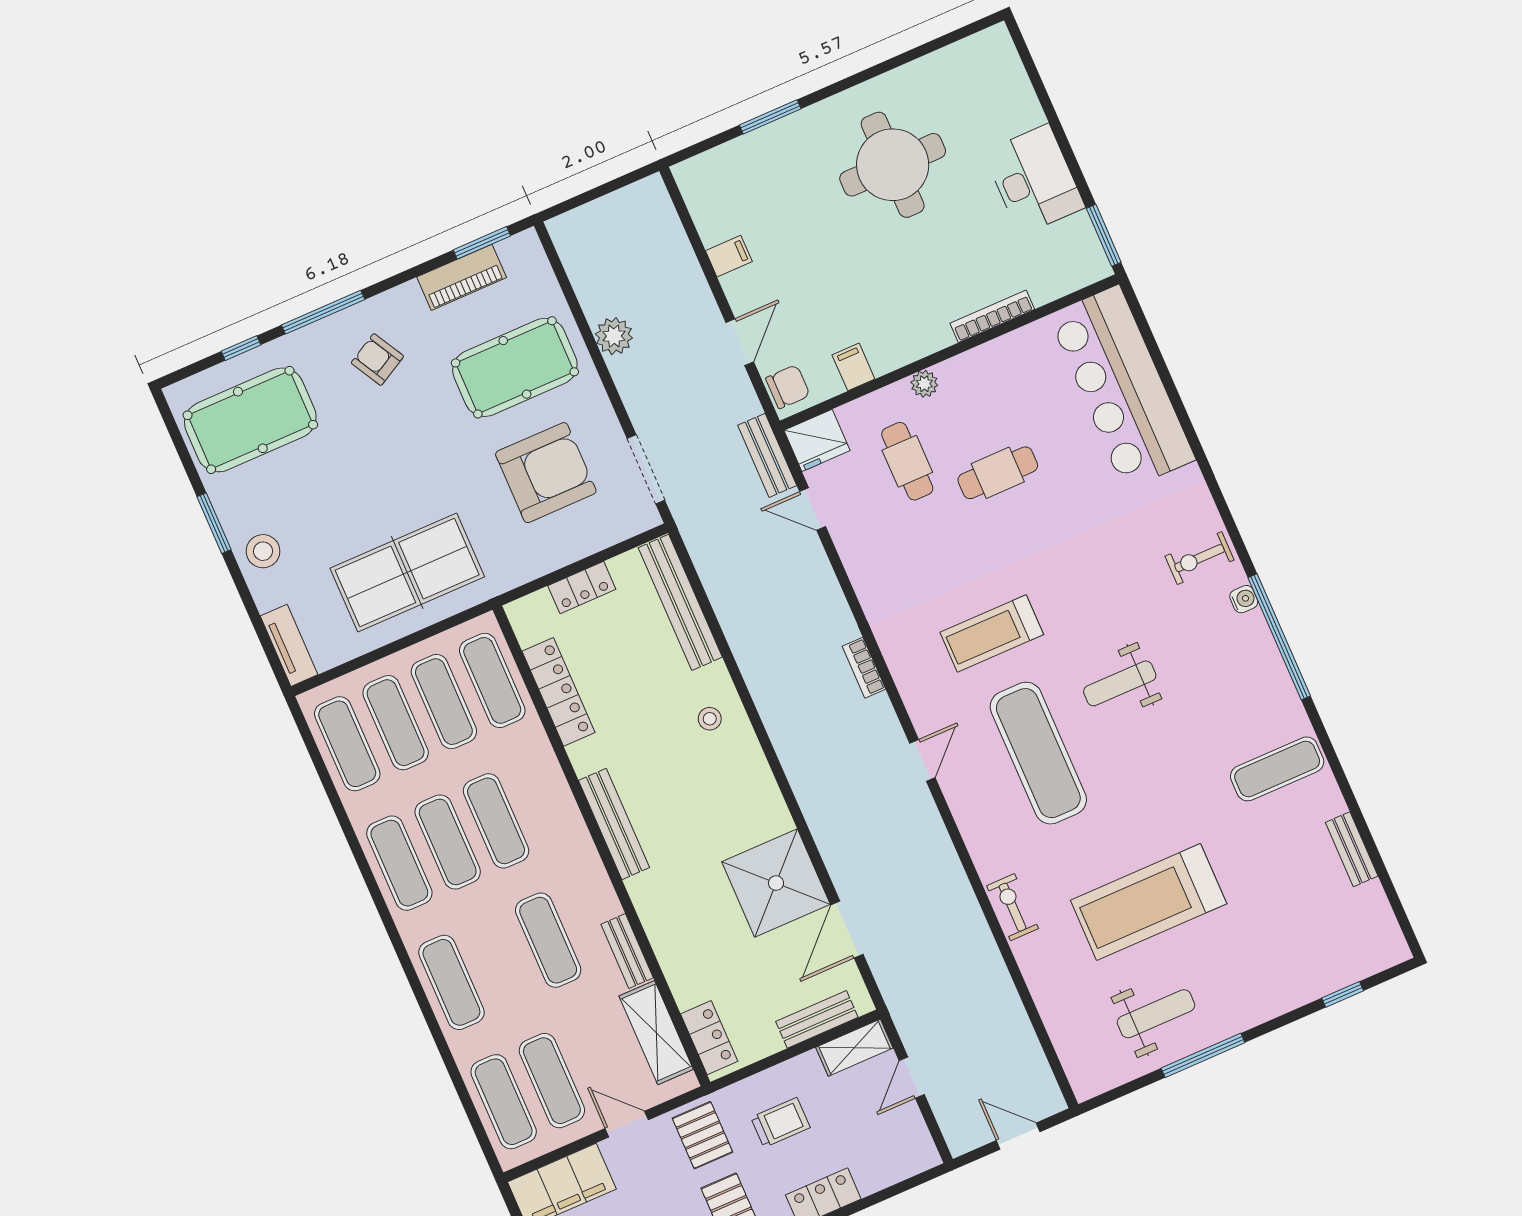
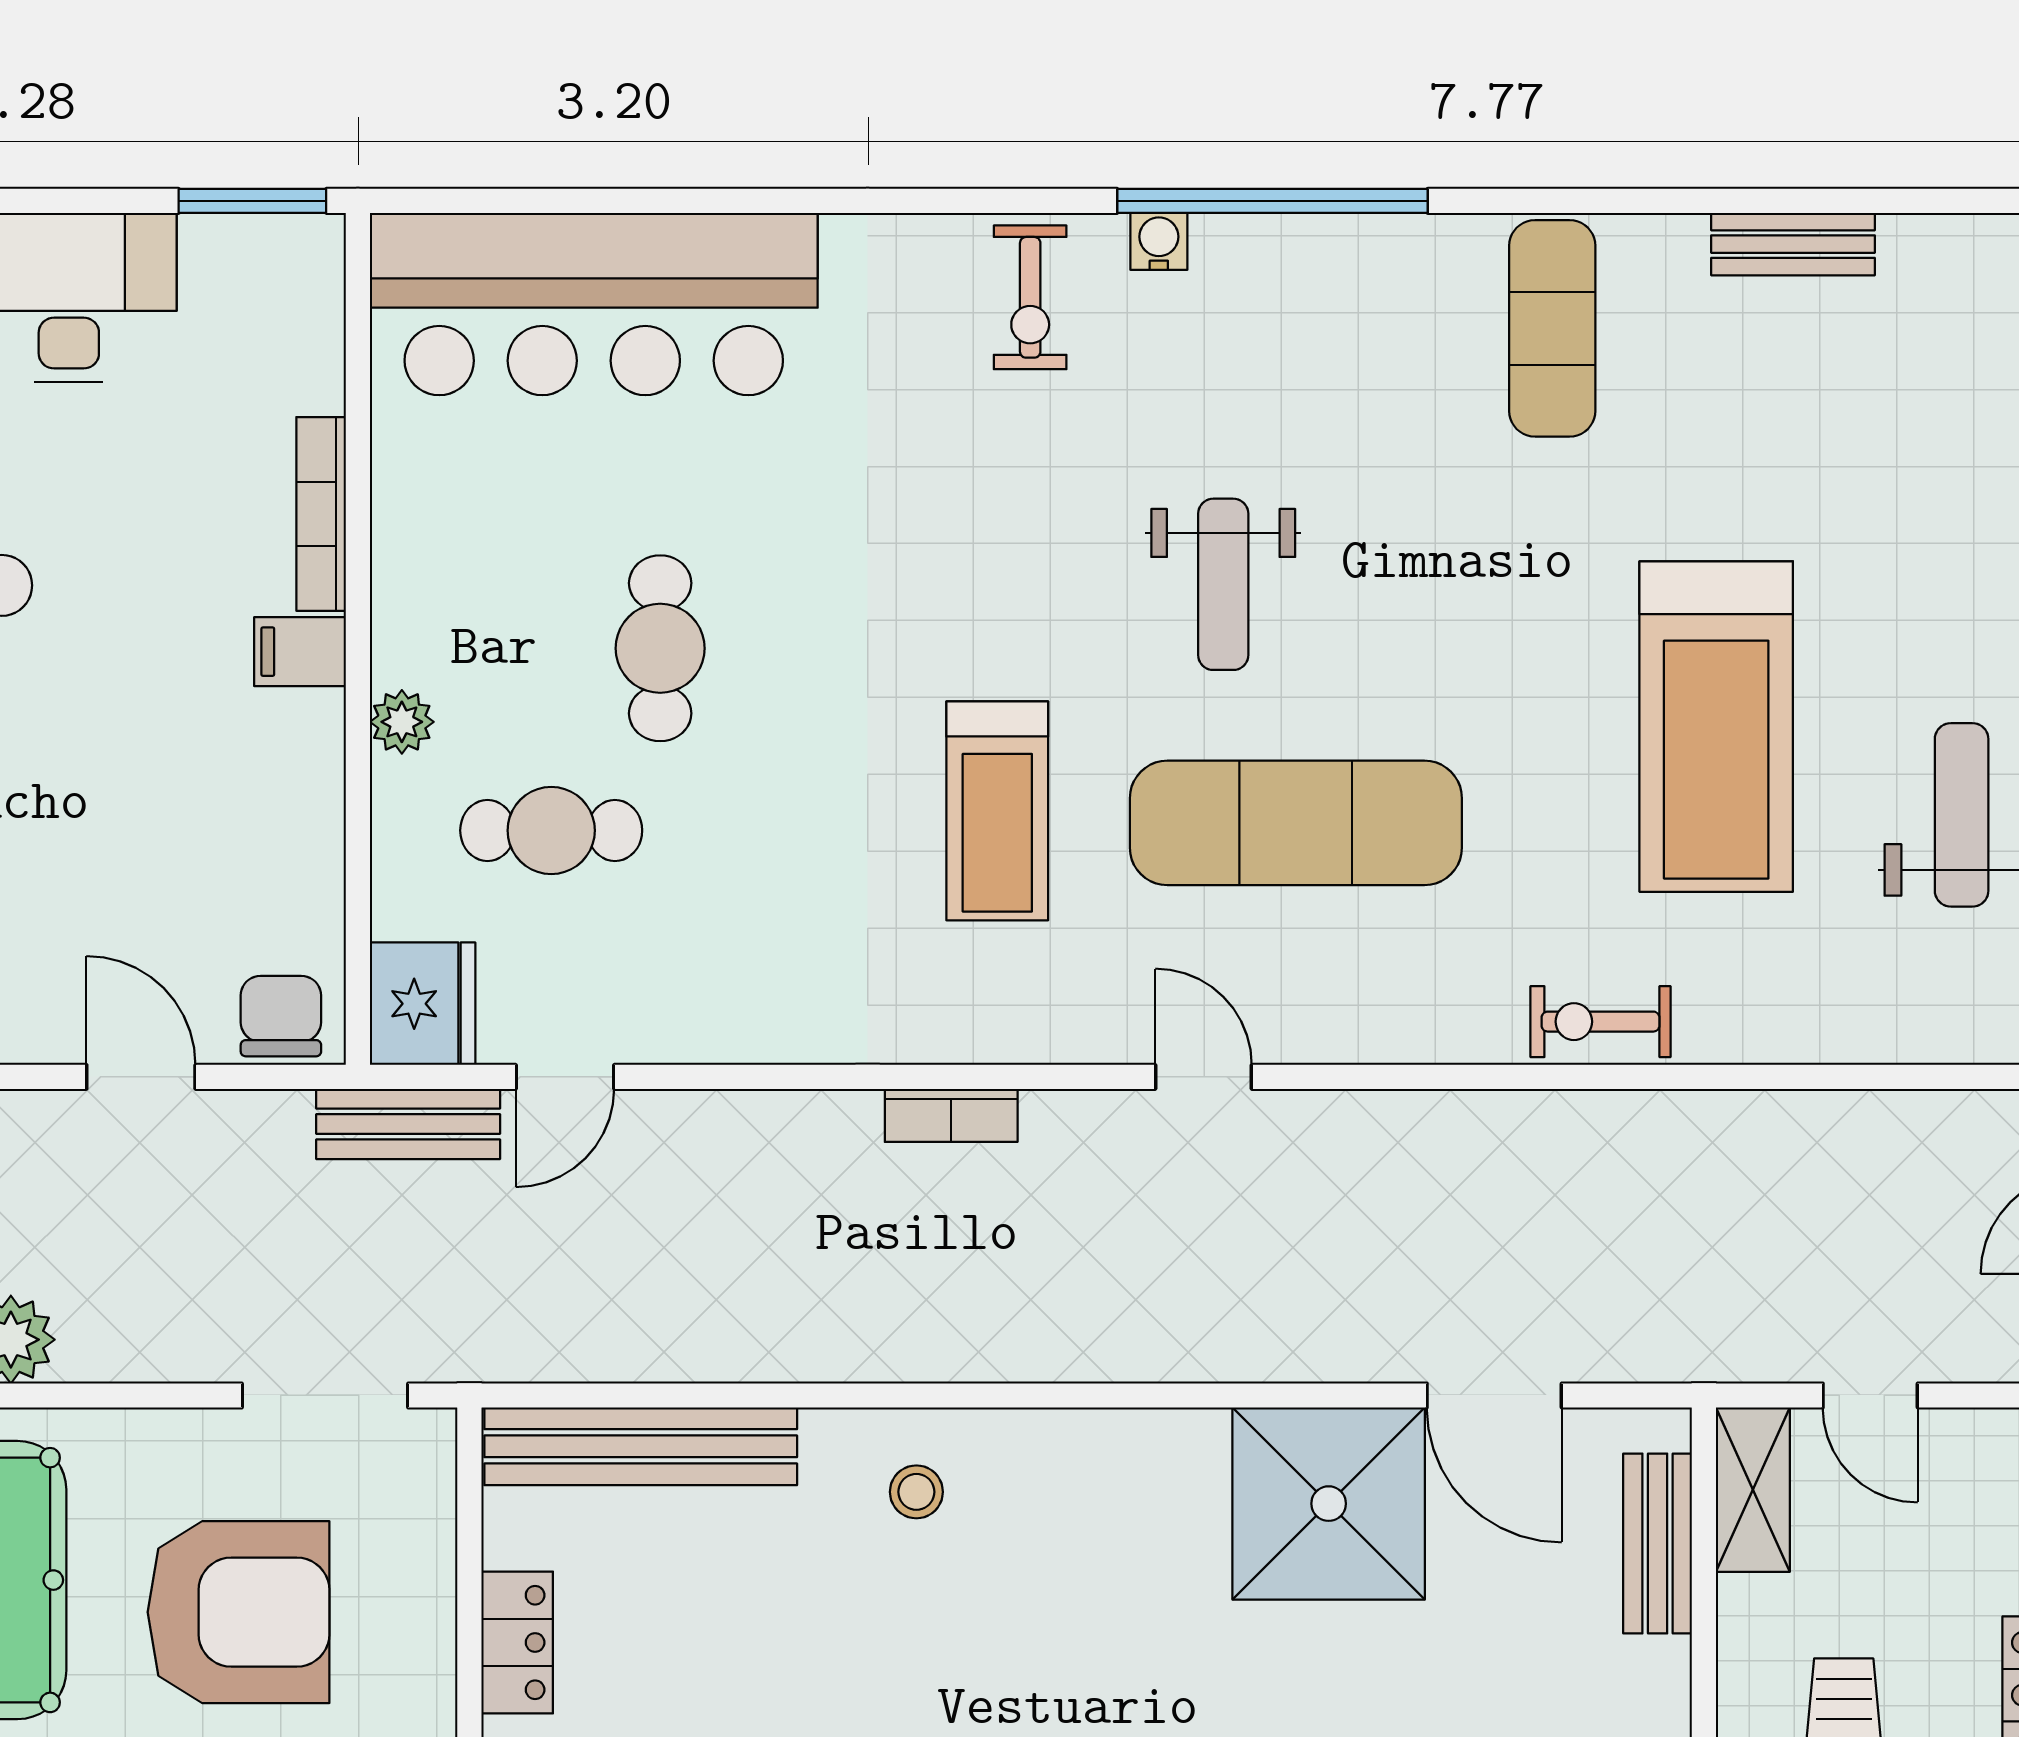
filing cabinet: (853, 367) -> (300, 652), moved
armchair: (546, 473) -> (239, 1612), turned 90

